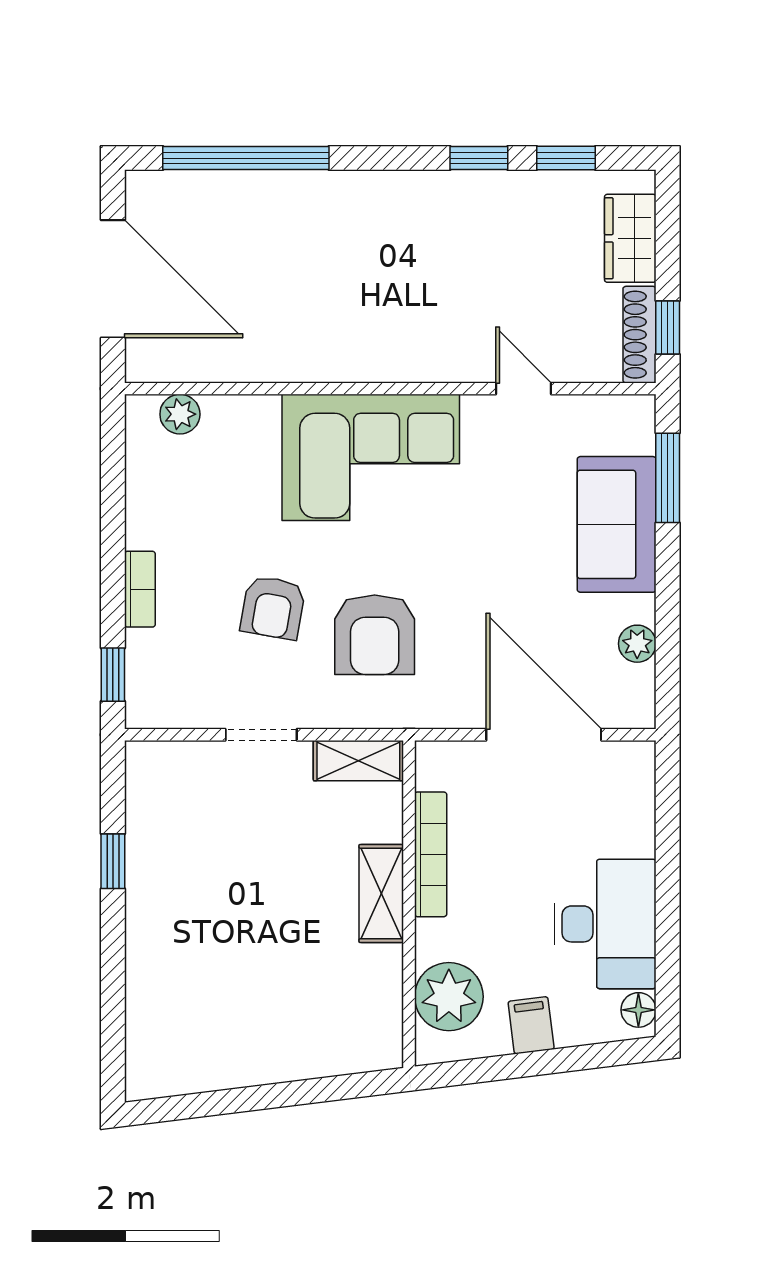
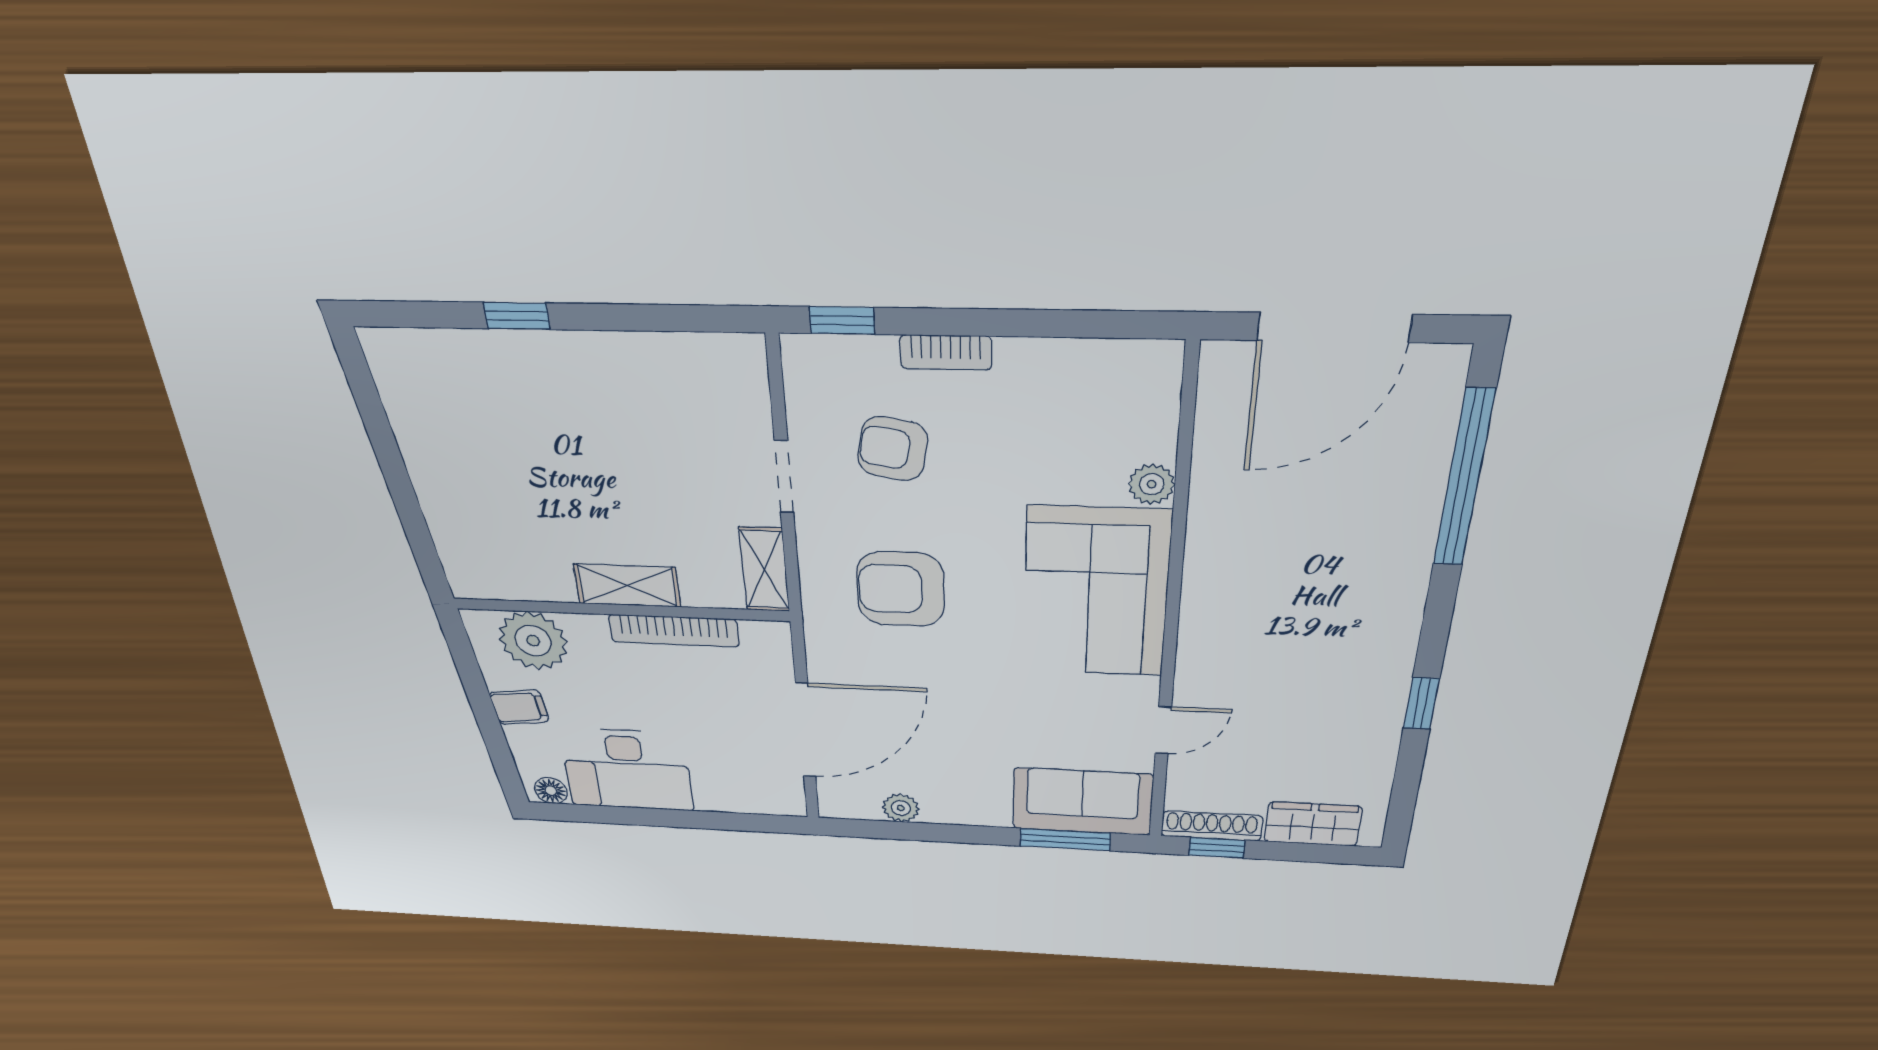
window: (566, 158) -> (1407, 777), removed
plant: (180, 414) -> (1152, 484), moved
sofa: (617, 524) -> (1082, 802), moved
armchair: (273, 607) -> (893, 449), moved
window: (113, 861) -> (517, 316), moved

